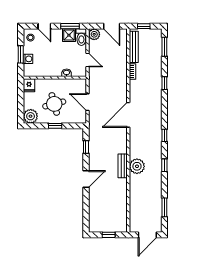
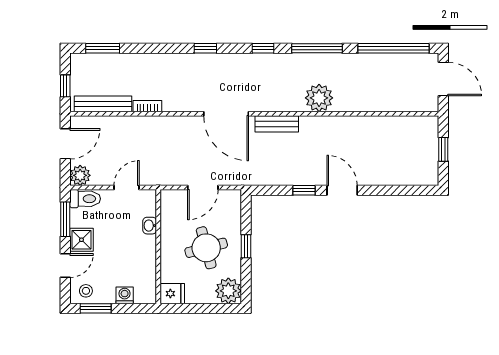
shower: (69, 35) -> (81, 240), moved
window: (21, 54) -> (96, 308), moved
window: (164, 83) -> (205, 48), moved
window: (86, 147) -> (304, 190), moved
window: (164, 165) -> (317, 48), width x2.17
bench: (123, 166) -> (277, 124), moved
window: (164, 207) -> (393, 48), width x2.11

